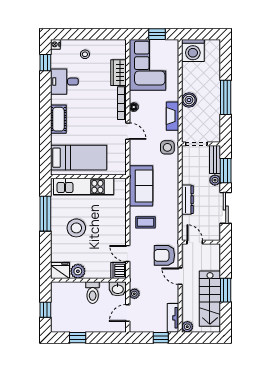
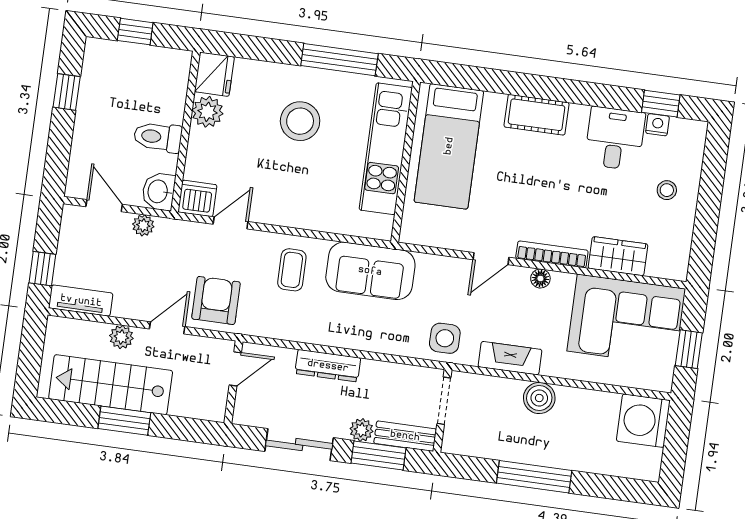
nightstand: (55, 44) -> (657, 125), moved
plant: (187, 327) -> (121, 337), moved

